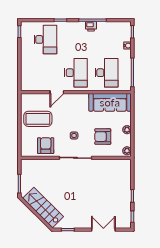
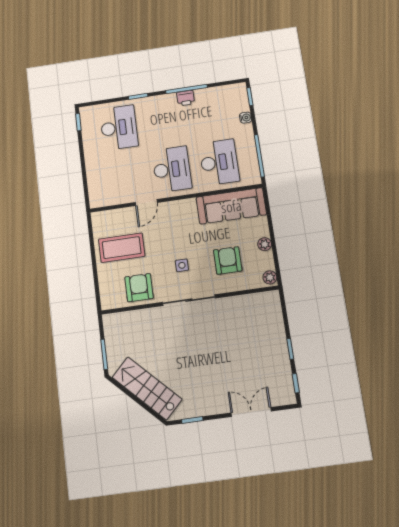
armchair: (103, 137) -> (228, 260), turned 90

